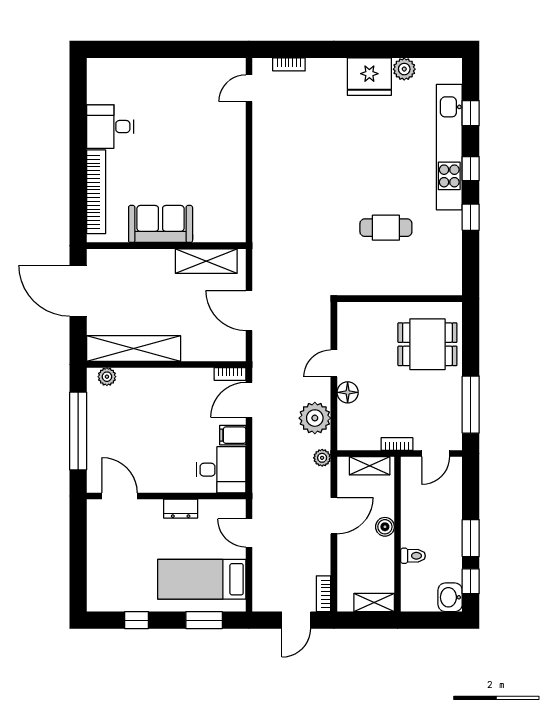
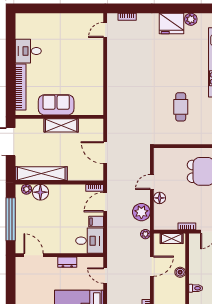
cafe table: (386, 228) -> (181, 107), turned 90
shelving: (206, 261) -> (61, 125), moved
floor lamp: (132, 382) -> (40, 192), added

